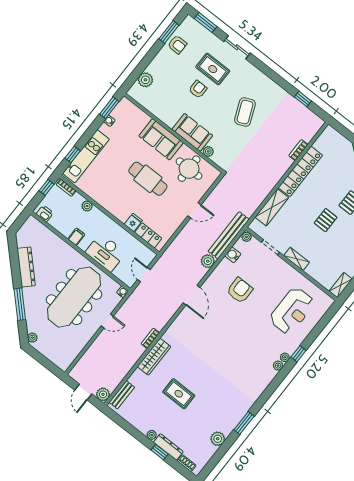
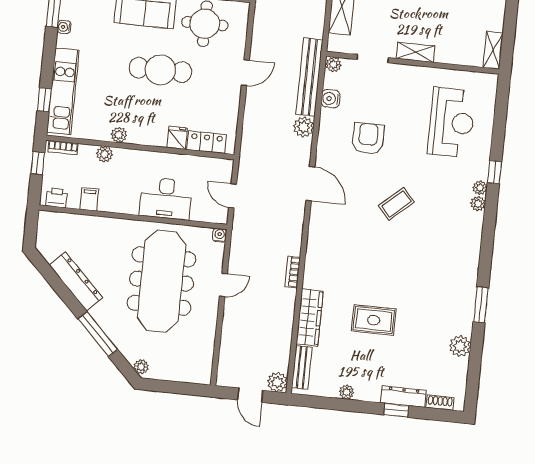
plant: (102, 200) -> (119, 135), added
filing cabinet: (76, 237) -> (89, 199), moved
coffee table: (232, 337) -> (396, 204), added
wardrobe: (154, 357) -> (310, 317), moved
plant: (152, 435) -> (347, 392), moved

